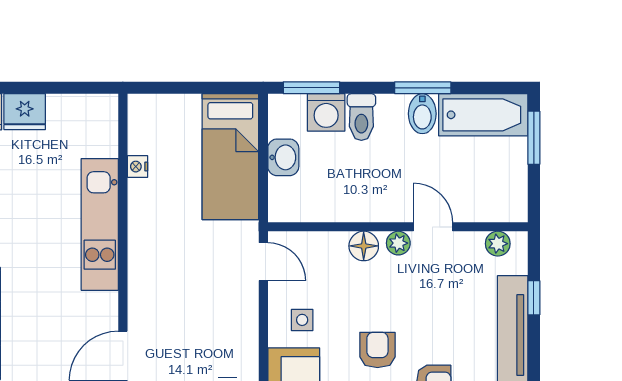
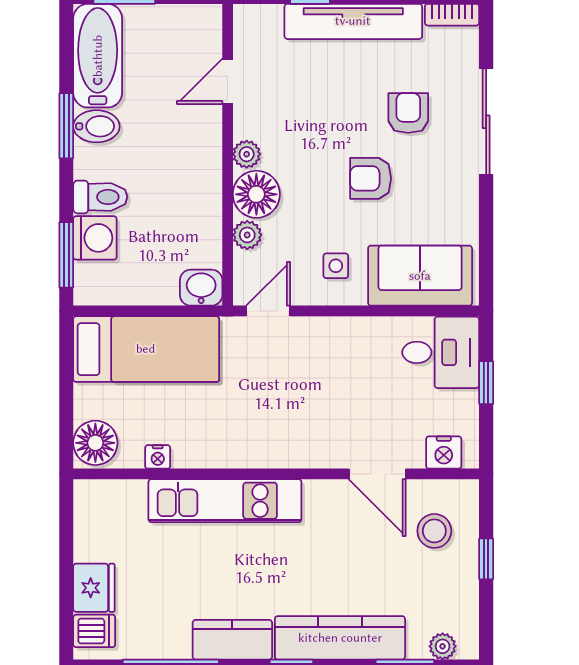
floor lamp: (150, 113) -> (95, 443), added
washbasin: (283, 157) -> (201, 288), moved
door: (433, 227) -> (228, 81), moved
plant: (498, 244) -> (247, 235), moved
floor lamp: (364, 246) -> (256, 194), width x1.38, depth x1.38

